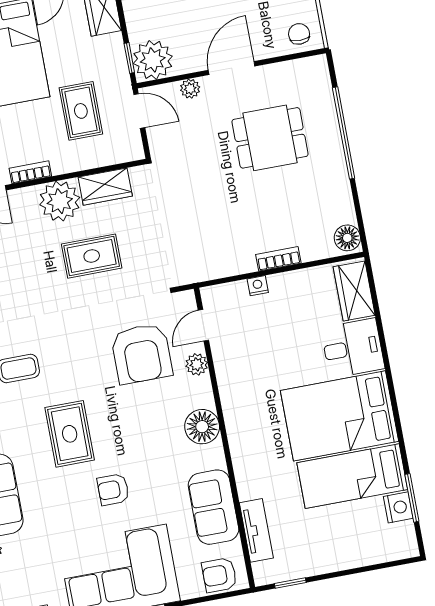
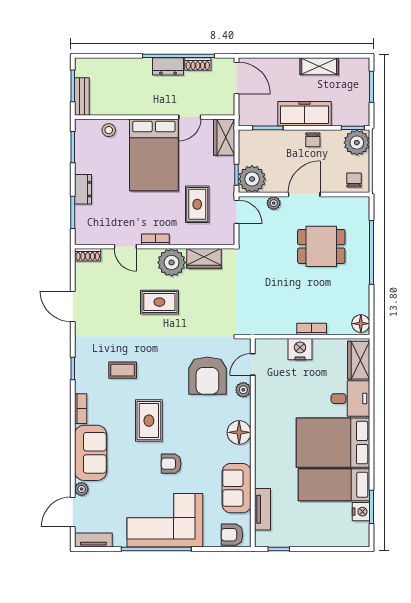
rug: (92, 256) -> (159, 302), moved
nightstand: (258, 286) -> (300, 349), width x1.89, depth x1.79

